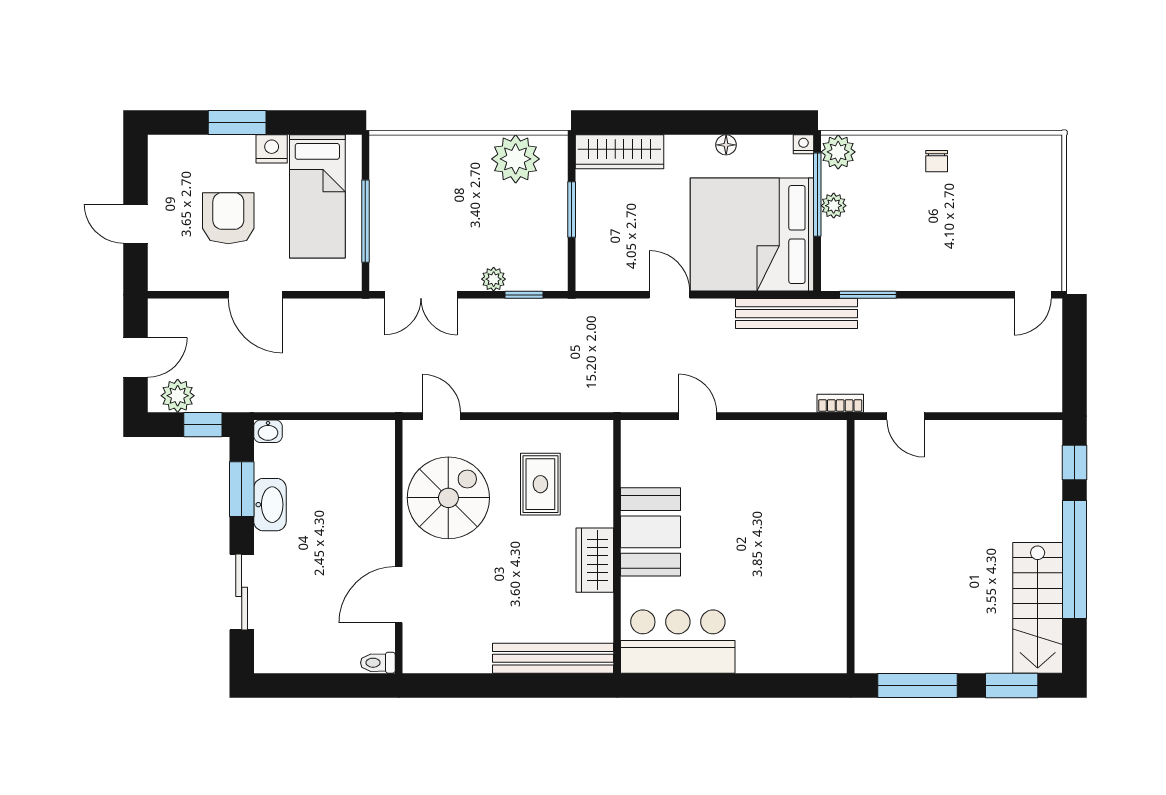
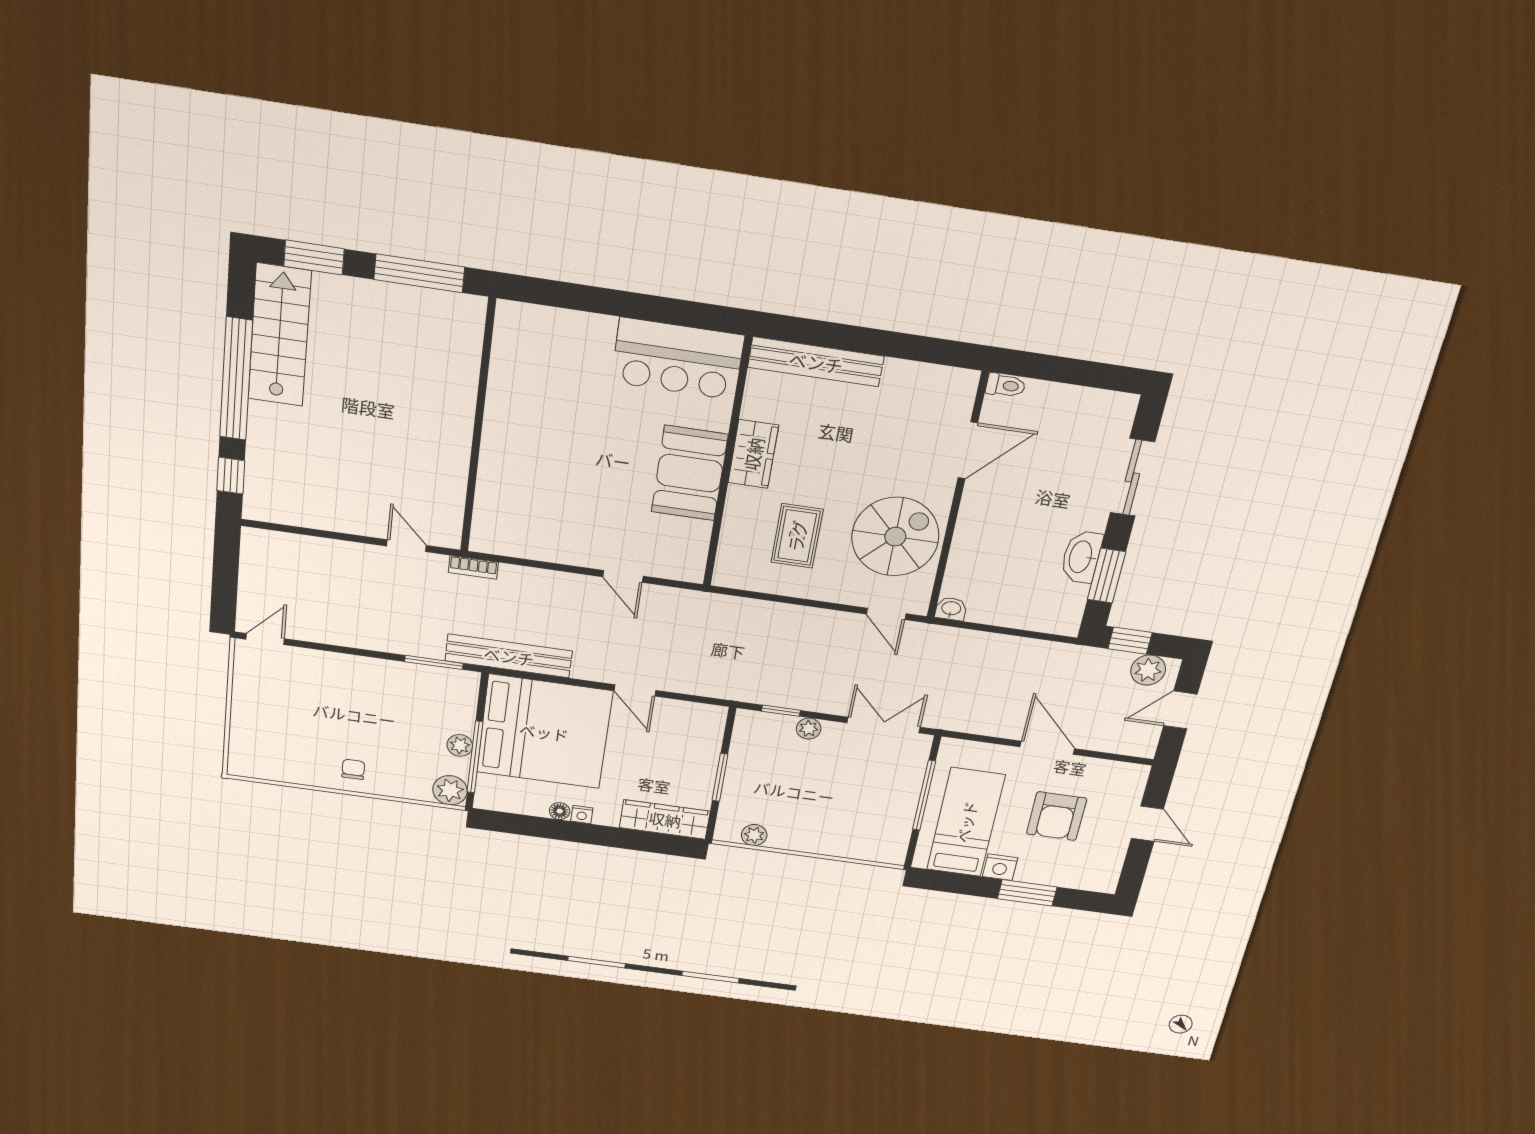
nightstand: (803, 144) -> (582, 815), moved
plant: (516, 159) -> (754, 835), width x0.53, depth x0.53
washbasin: (268, 431) -> (951, 609), moved
spiral stairs: (448, 498) -> (895, 537), turned 180

